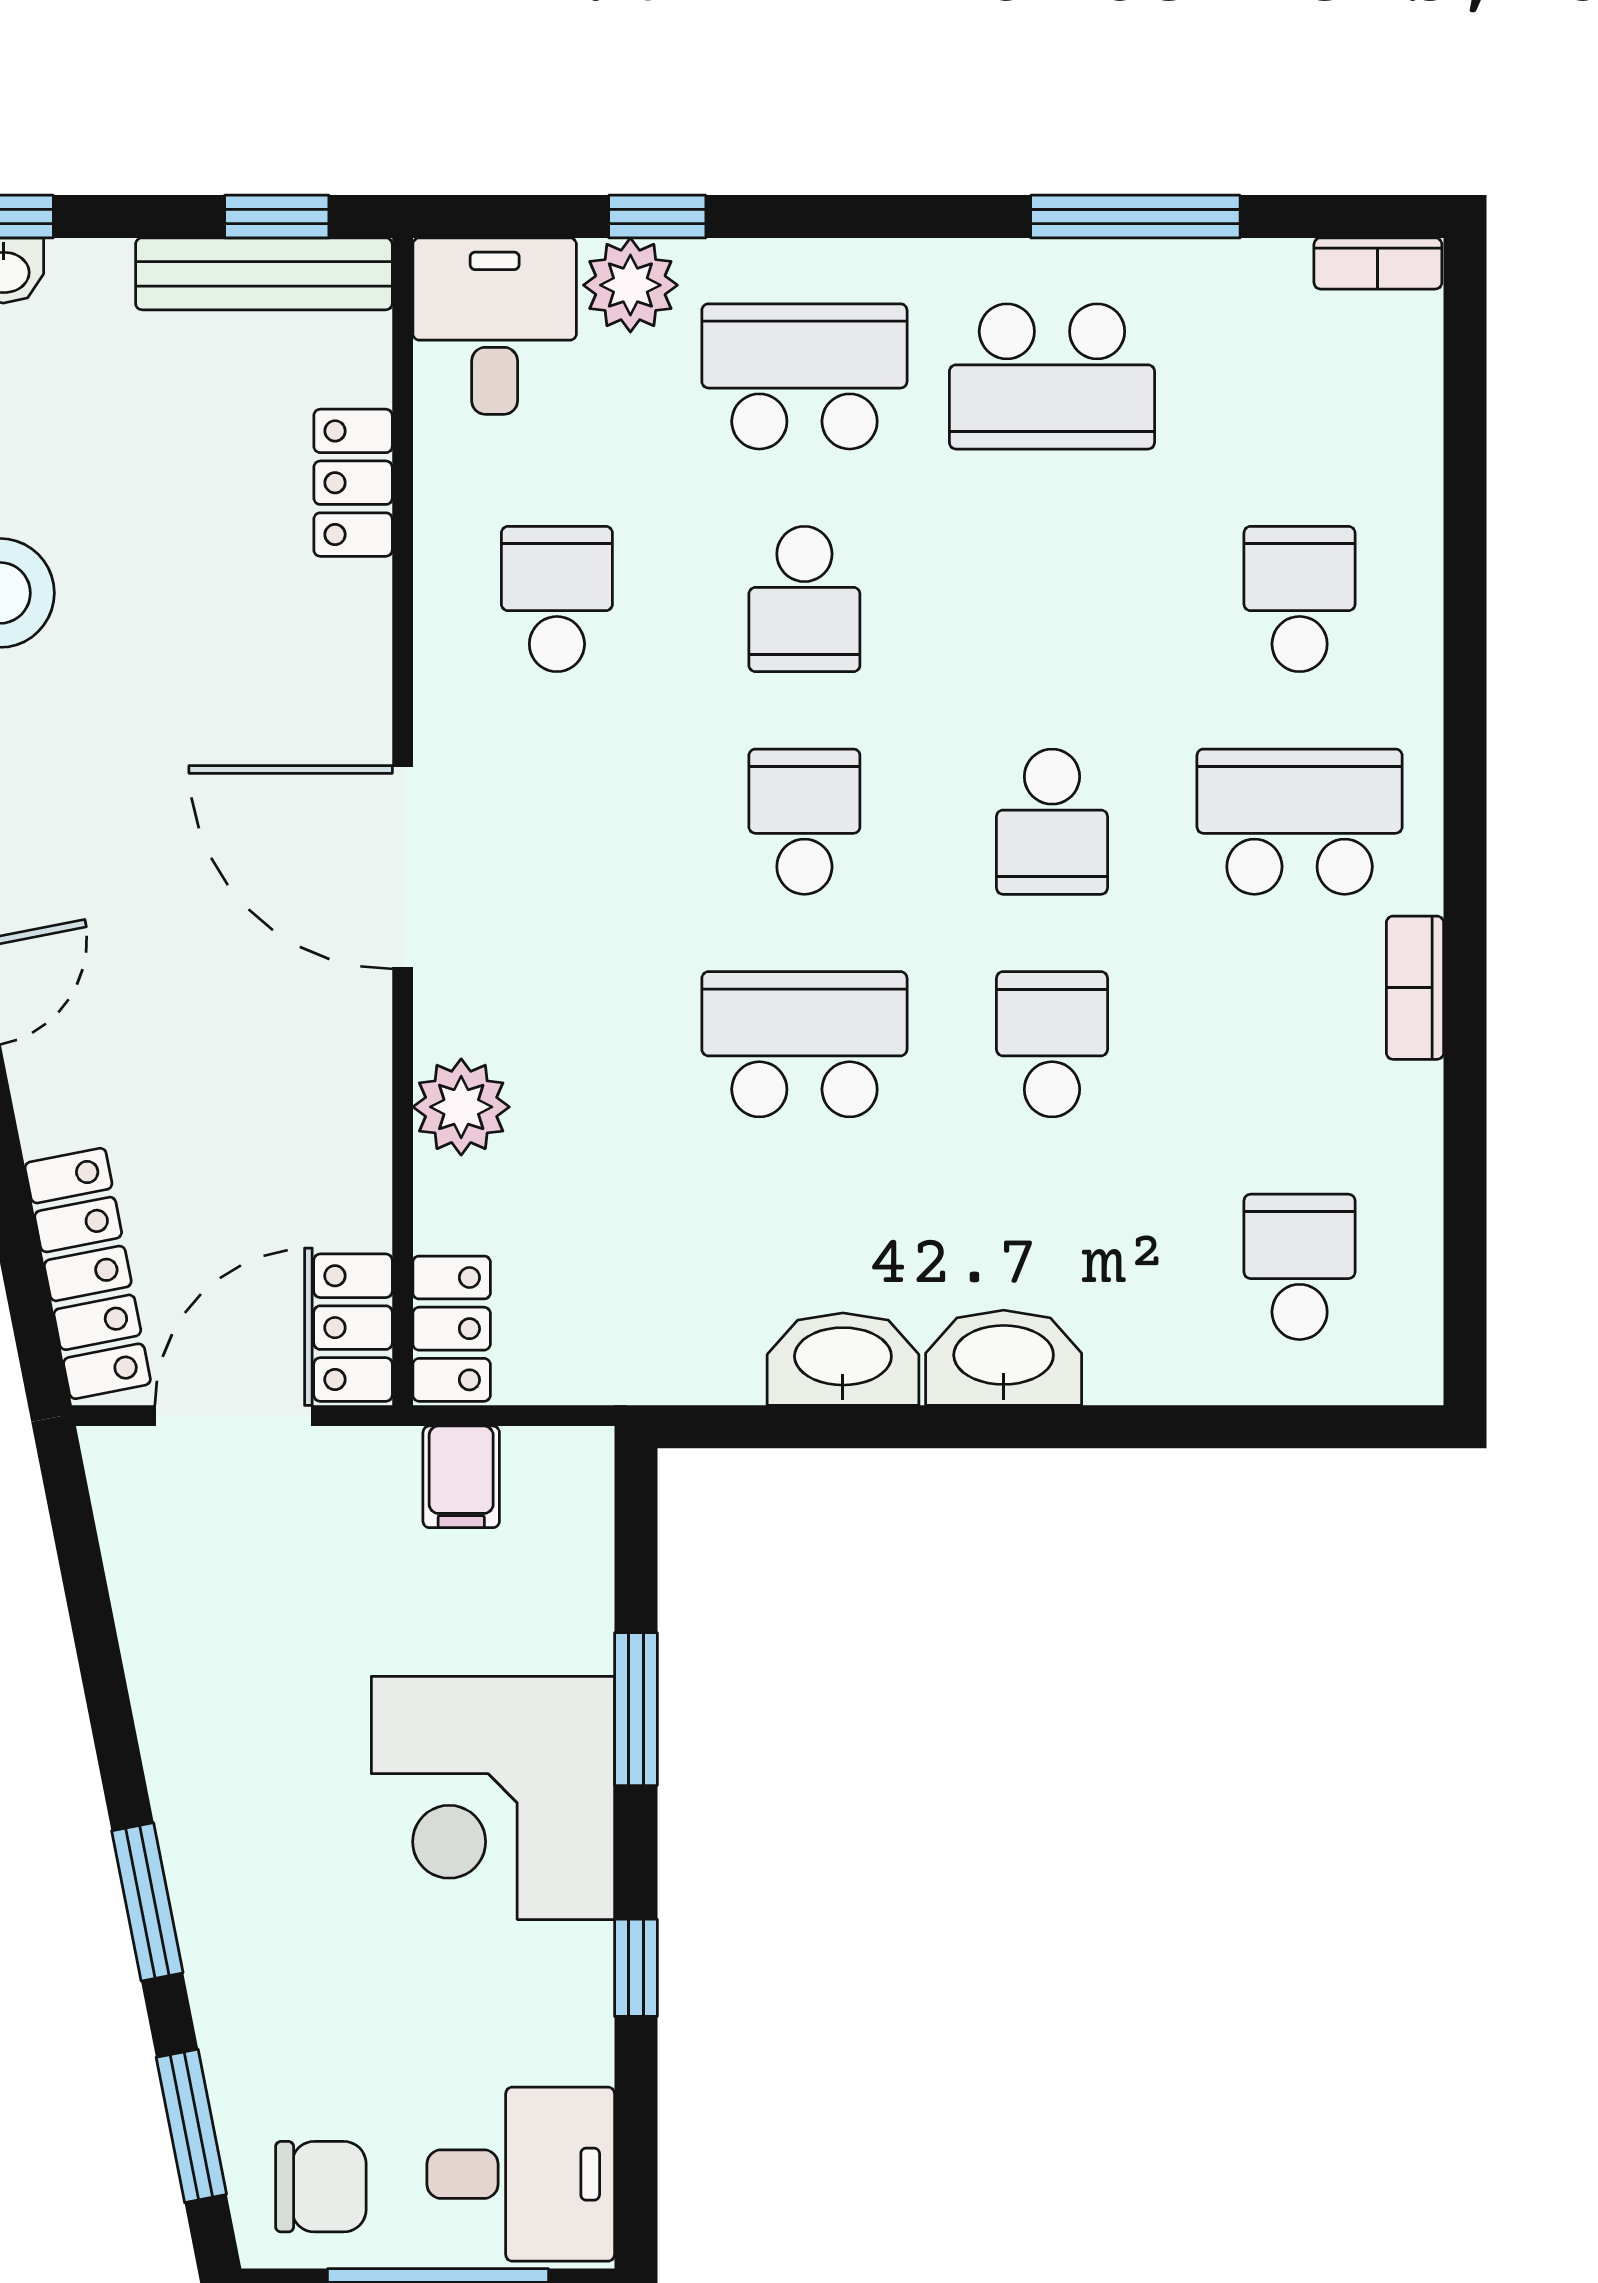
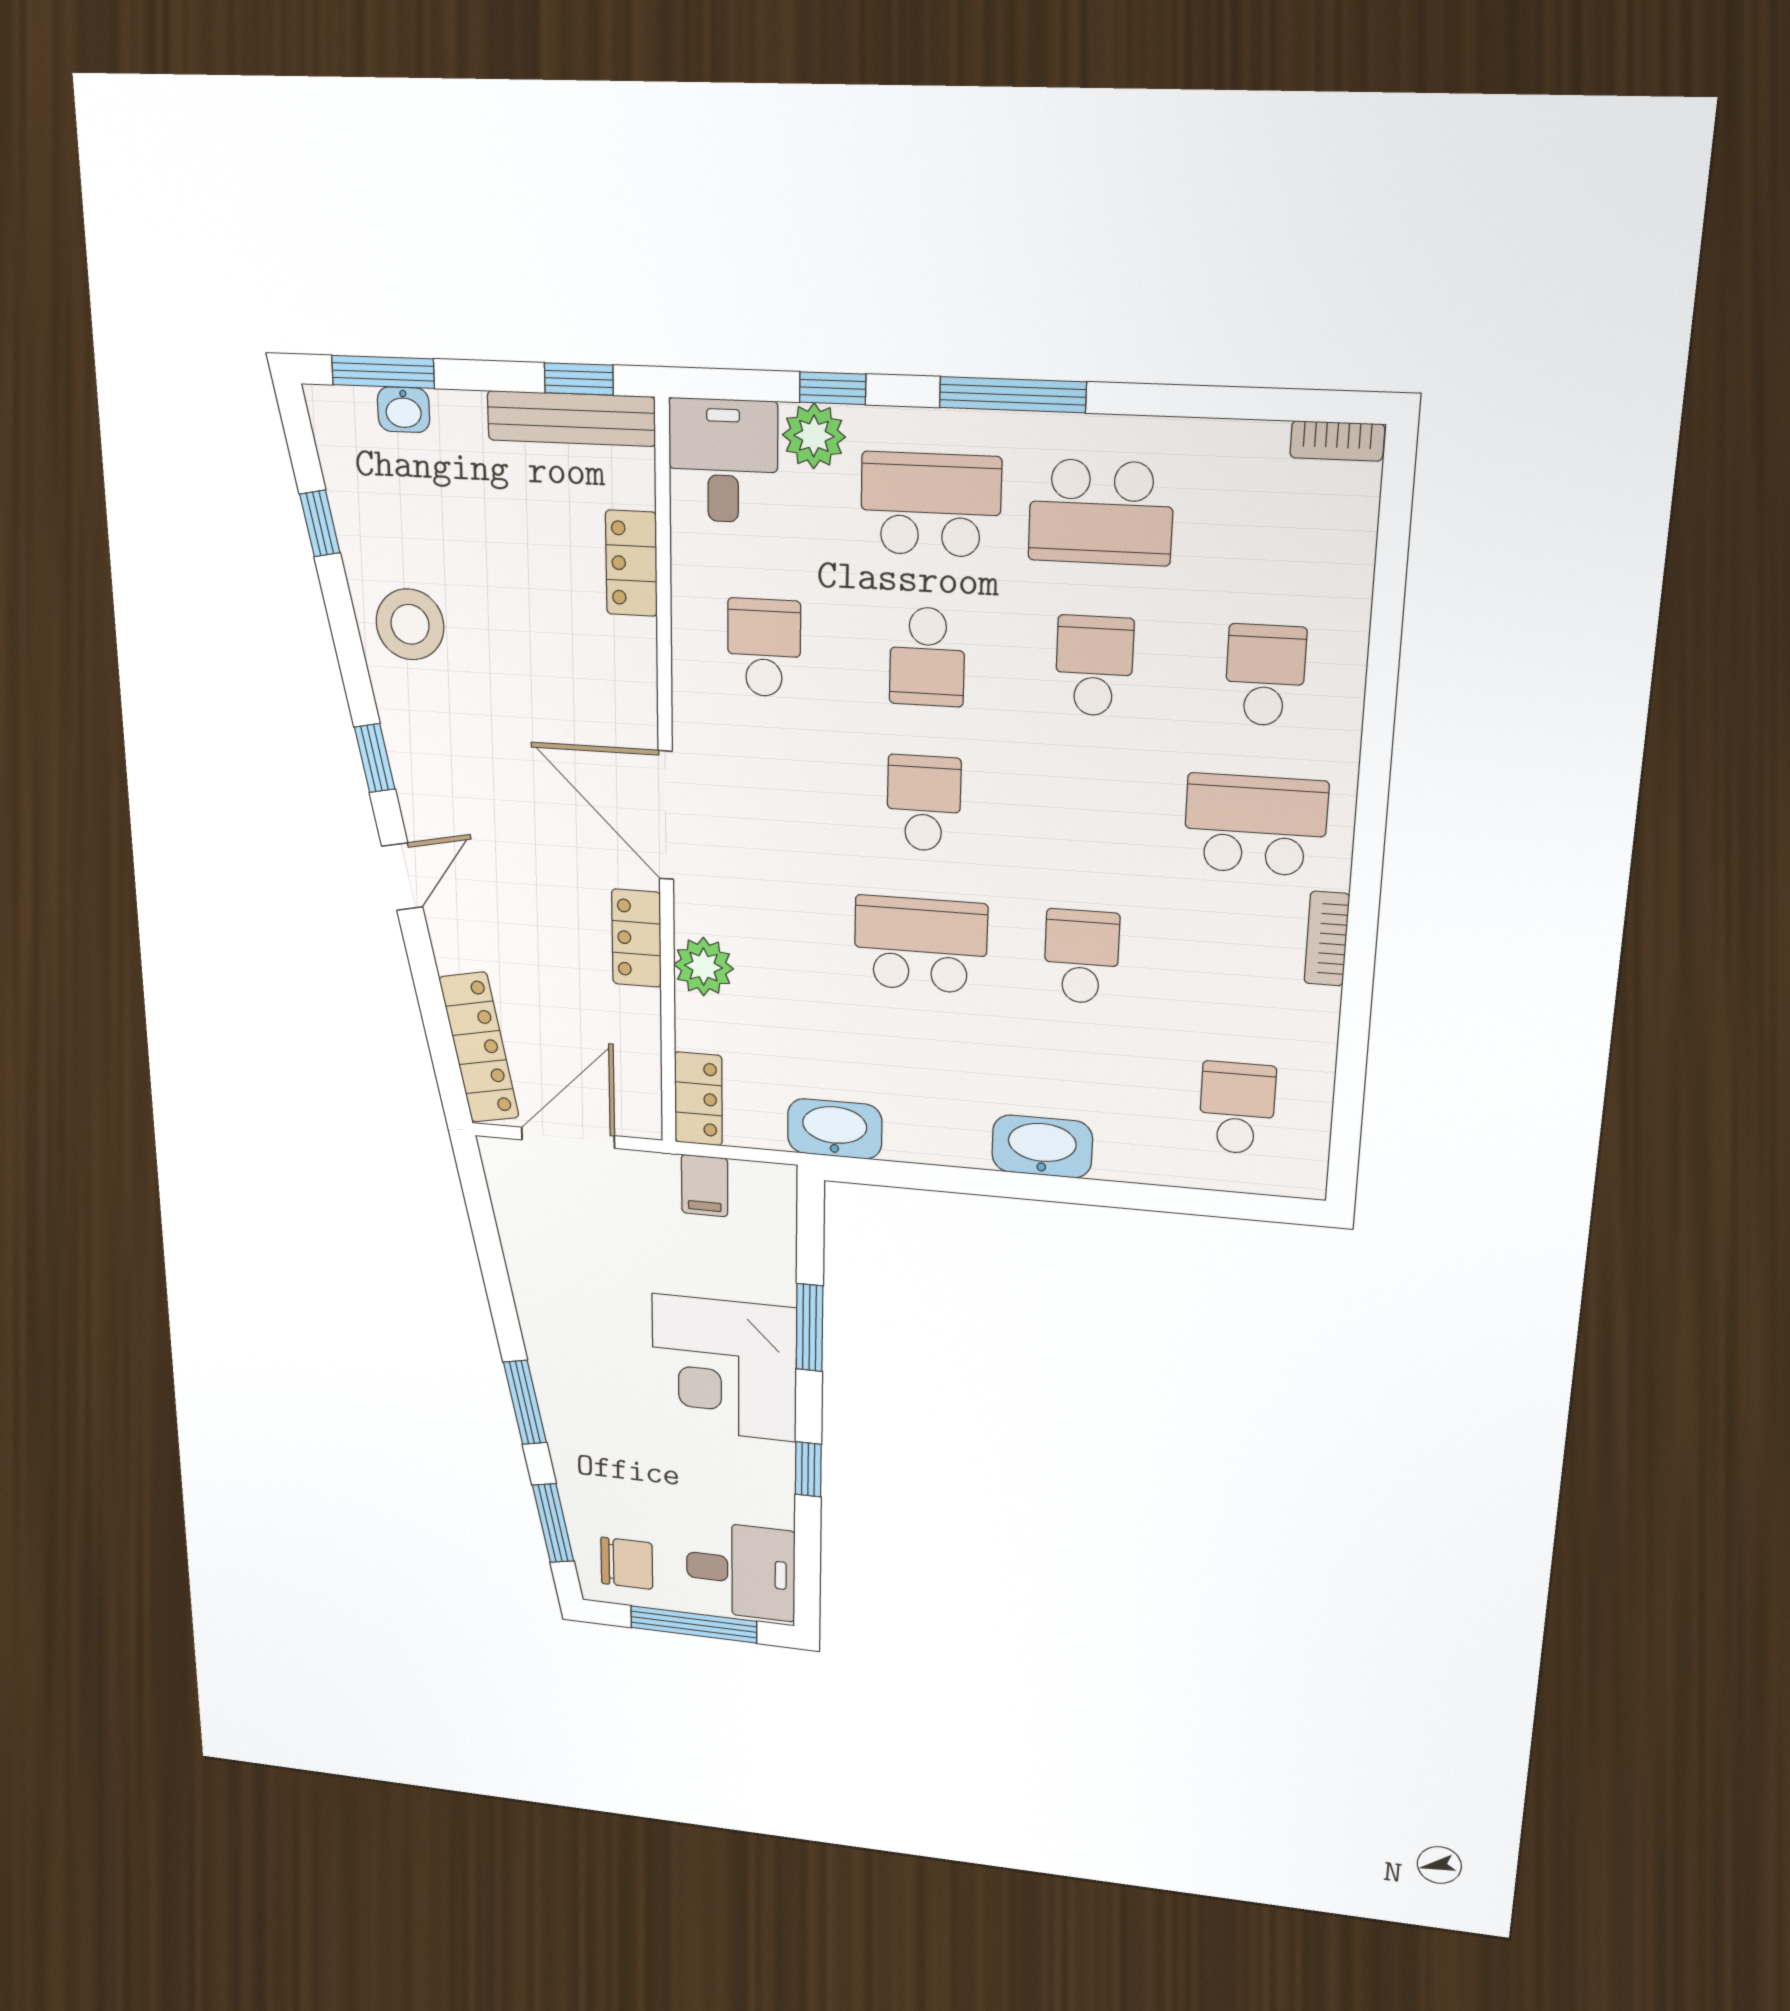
window: (1135, 217) -> (1013, 395), moved
school desk: (1052, 822) -> (1094, 666), moved, turned 180
locker: (353, 1328) -> (636, 938), moved
washbasin: (843, 1359) -> (835, 1129), moved

